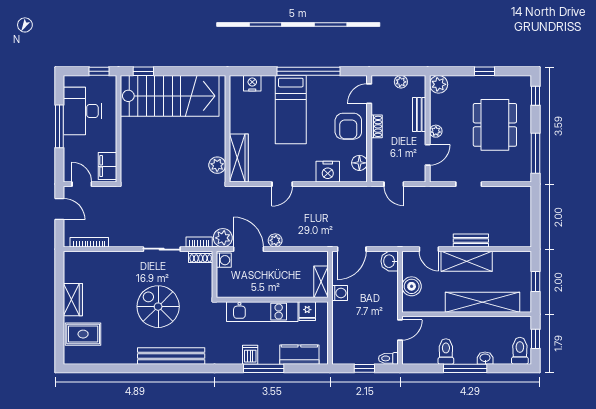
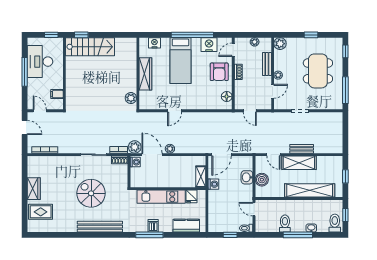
stairs: (170, 96) -> (90, 47), width x0.73, depth x0.66
wardrobe: (239, 158) -> (145, 74), moved
filing cabinet: (107, 166) -> (57, 94), width x0.50
nightstand: (328, 172) -> (209, 45), moved, turned 180
washbasin: (390, 261) -> (247, 177), moved
door: (400, 330) -> (254, 209), swing flipped
window: (264, 368) -> (149, 235), moved

